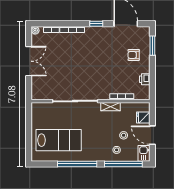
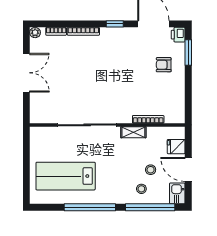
printer: (145, 79) -> (178, 35), moved
lab bench: (59, 140) -> (66, 176), turned 180

